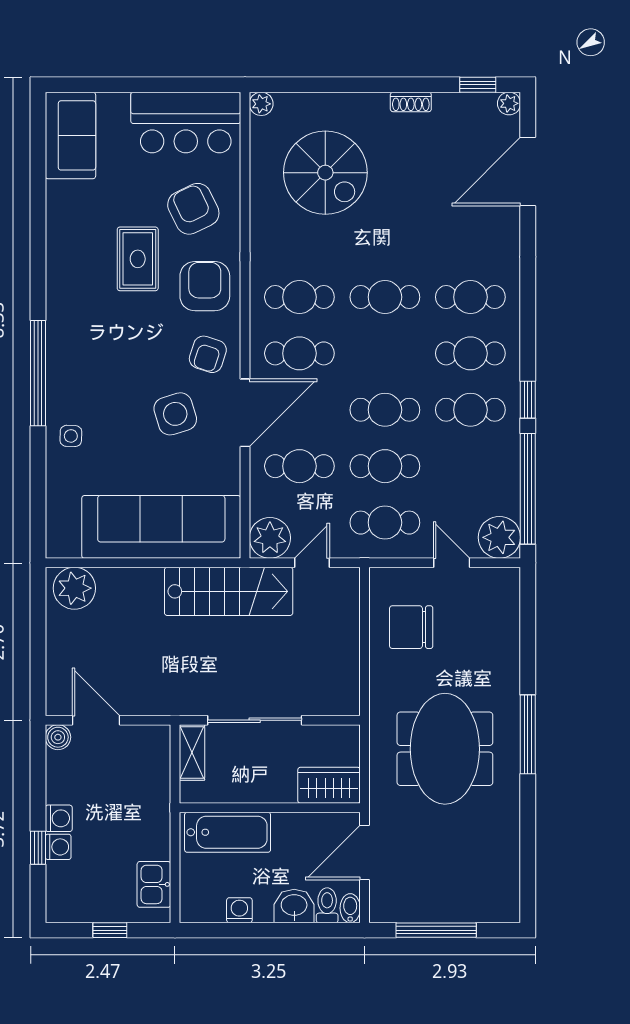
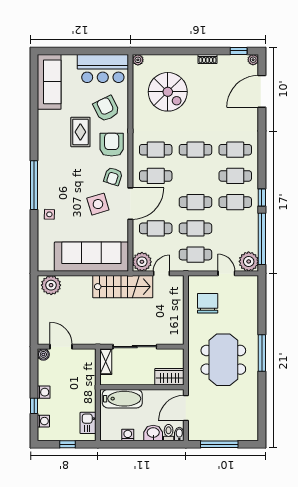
sofa: (70, 135) -> (49, 82), width x1.36
chair: (411, 627) -> (208, 303), turned 90
washing machine: (58, 847) -> (43, 421), moved

